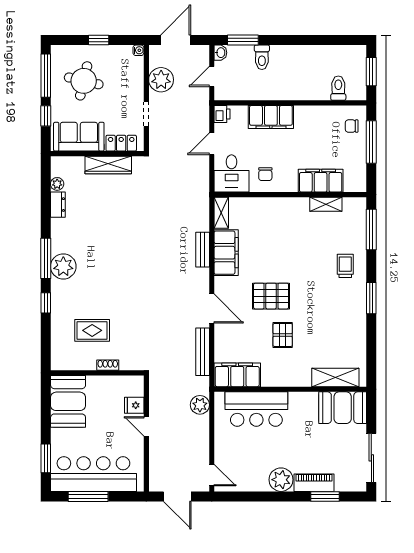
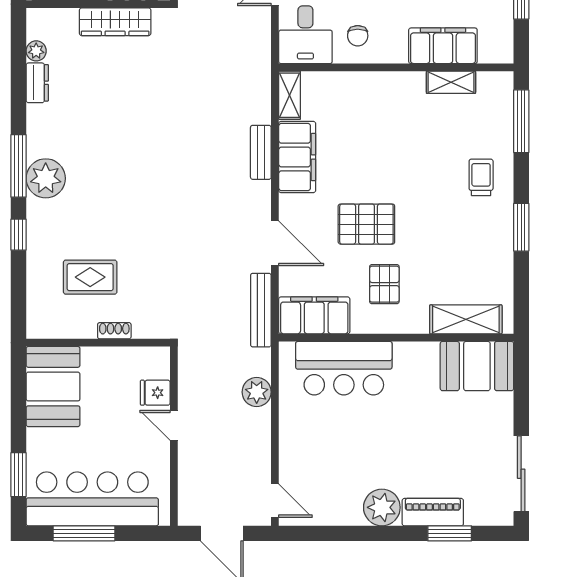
filing cabinet: (237, 375) -> (314, 315), moved
shelving: (335, 377) -> (466, 319), moved
wall: (290, 389) -> (396, 338), moved
booth: (343, 408) -> (477, 366), moved
bar counter: (256, 409) -> (344, 368), moved

